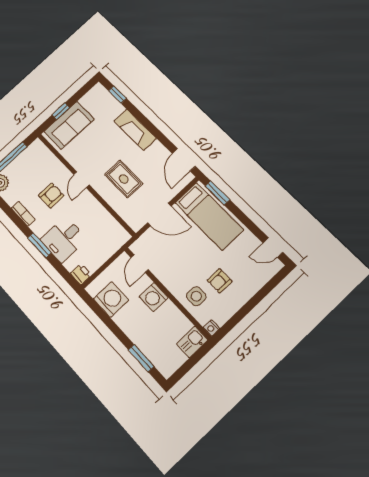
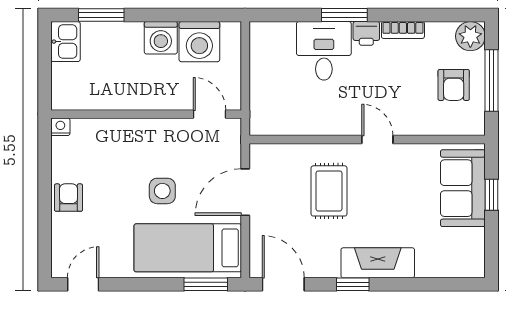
window: (118, 95) -> (353, 284), moved
rug: (124, 179) -> (329, 191), turned 90
armchair: (51, 195) -> (454, 85), moved
printer: (81, 274) -> (366, 33), moved
armchair: (220, 281) -> (68, 198), moved
side table: (196, 296) -> (162, 191), moved
washing machine: (154, 297) -> (161, 38), moved, turned 180
kitchen sink: (192, 342) -> (66, 42), moved

